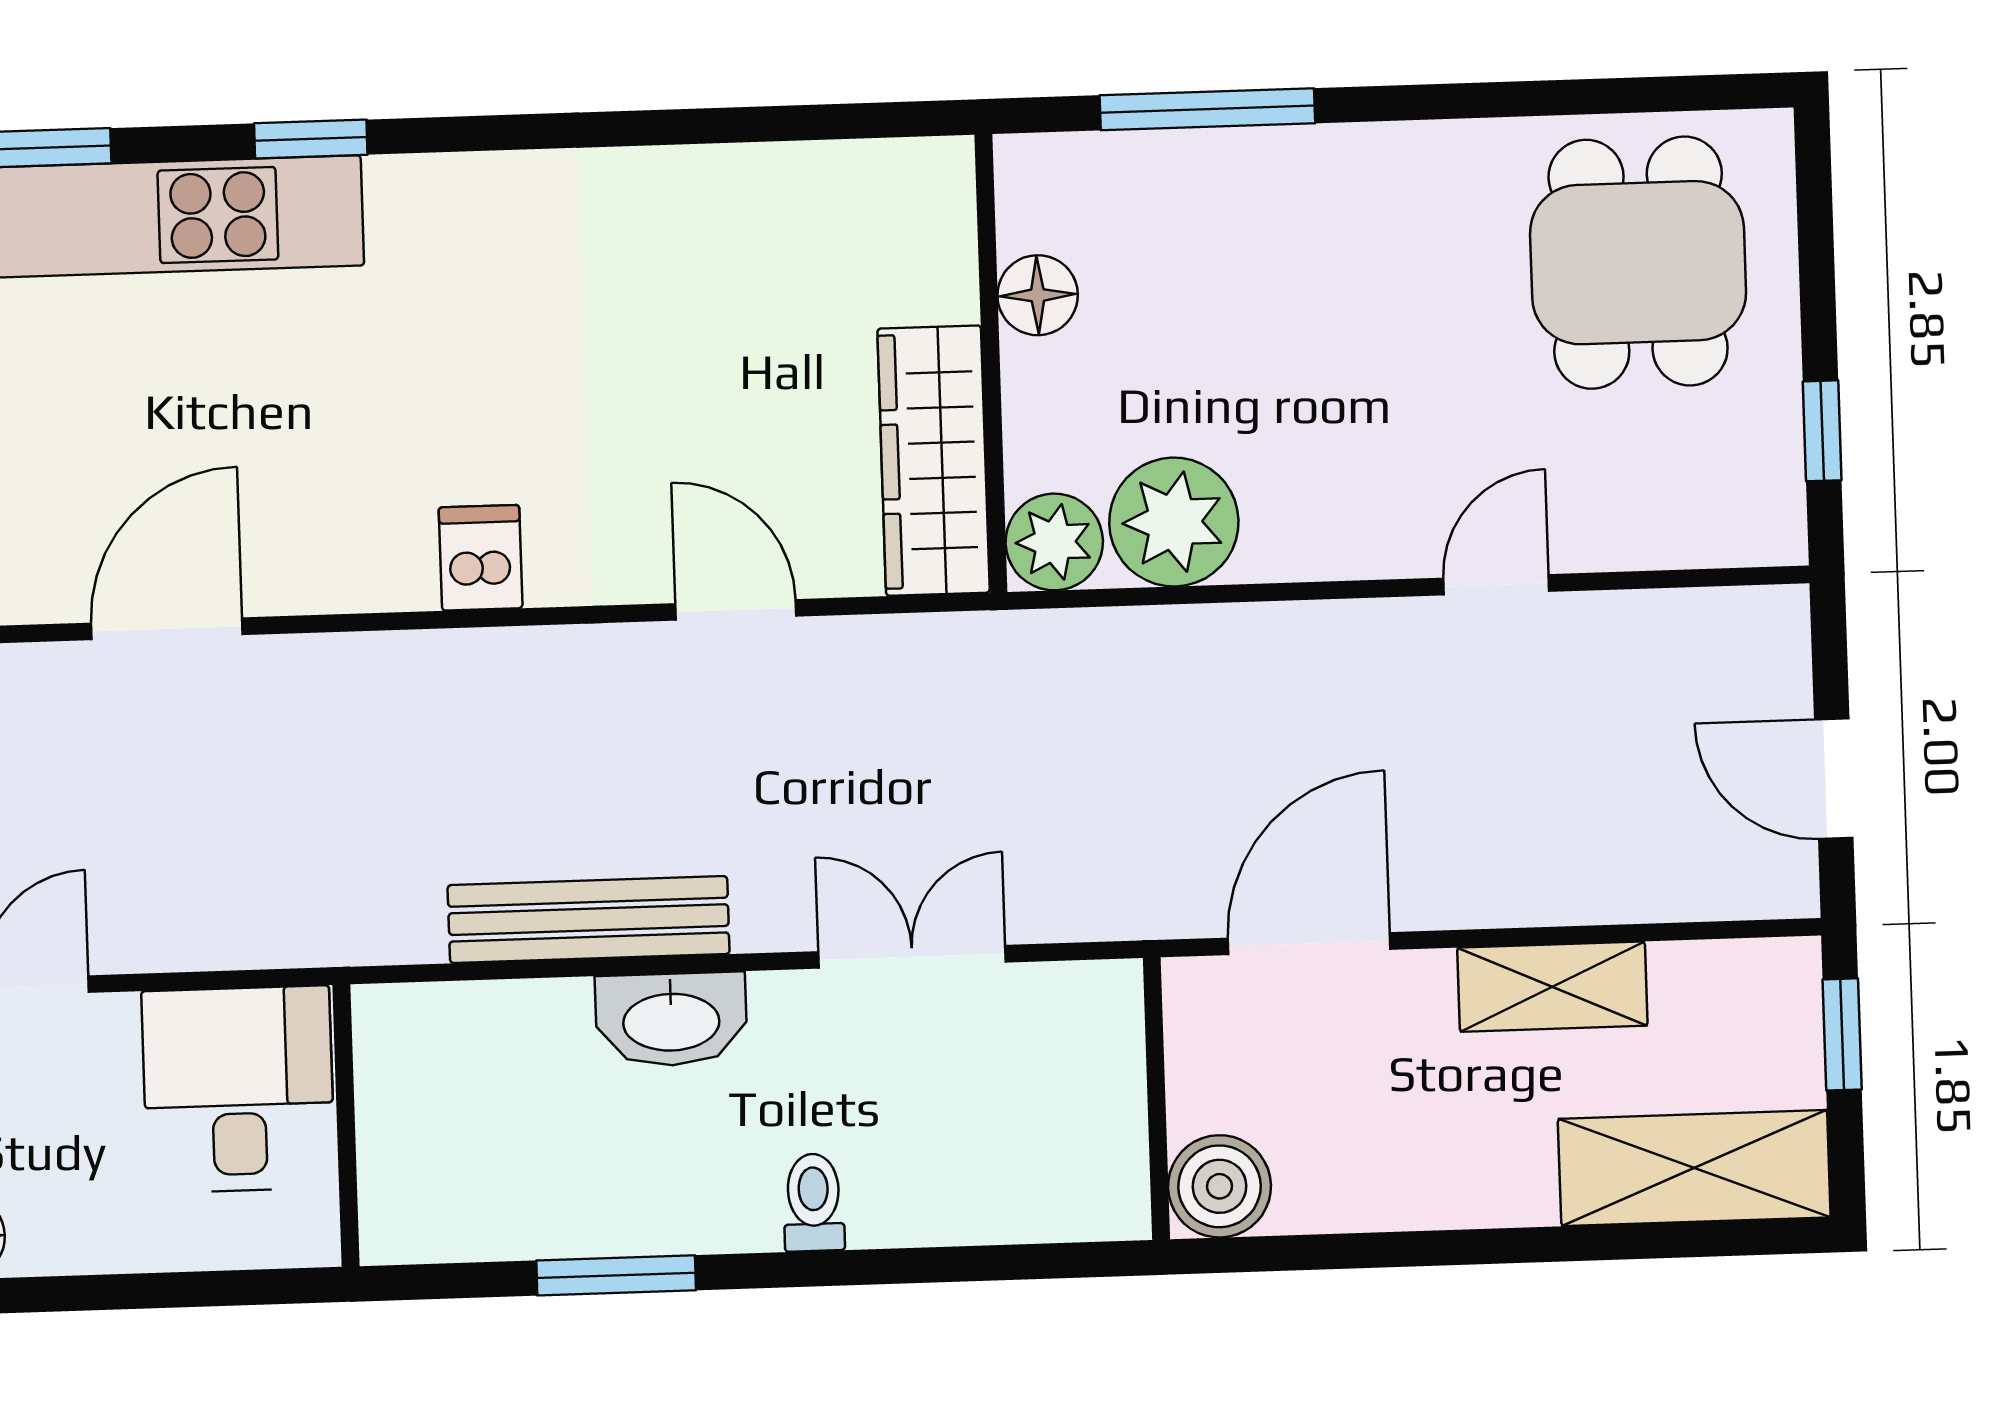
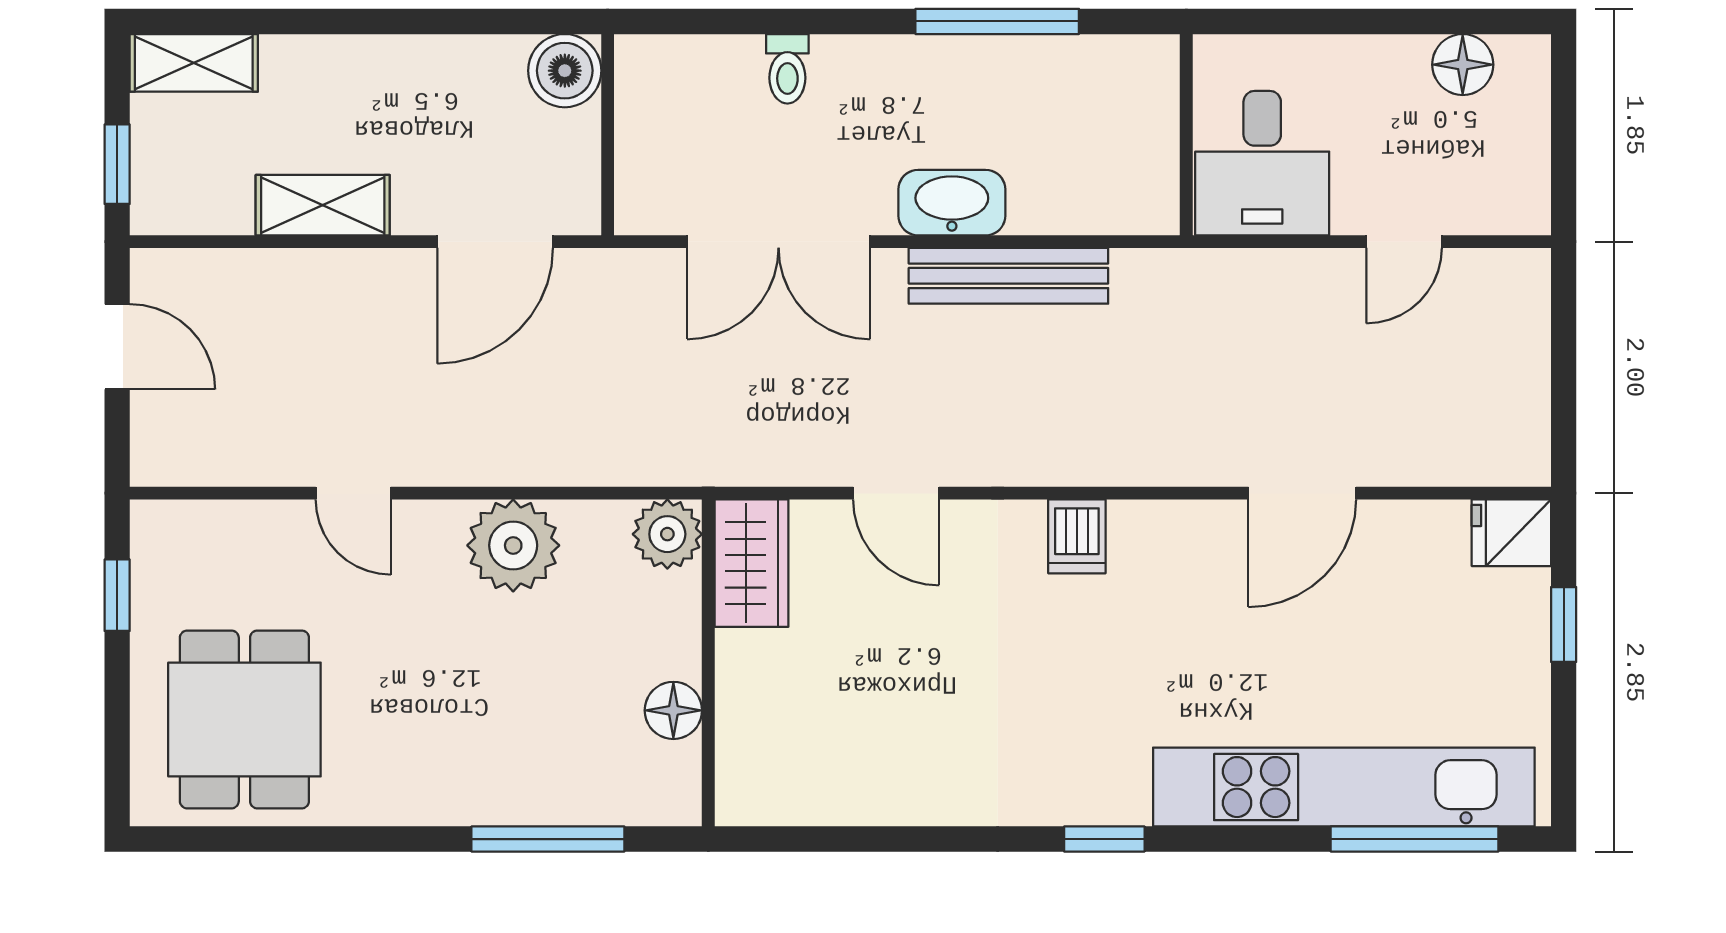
window: (311, 139) -> (1104, 839), moved
wardrobe: (934, 461) -> (752, 563), width x0.67
plant: (1174, 522) -> (513, 545), moved
door: (1496, 585) -> (353, 493), hinge flipped
double door: (912, 957) -> (779, 242), width x1.37
shelving: (1694, 1168) -> (194, 63), width x0.67, depth x0.75
toilet: (814, 1202) -> (787, 69), moved
window: (616, 1275) -> (997, 21), width x1.44

